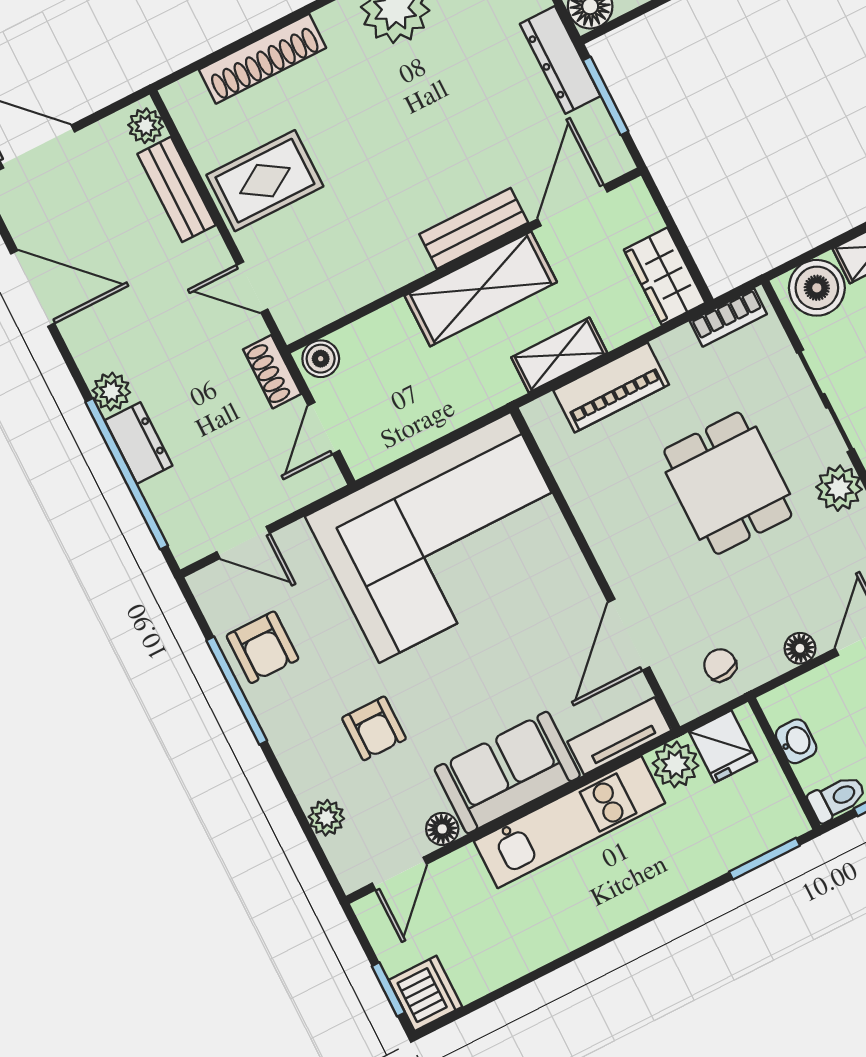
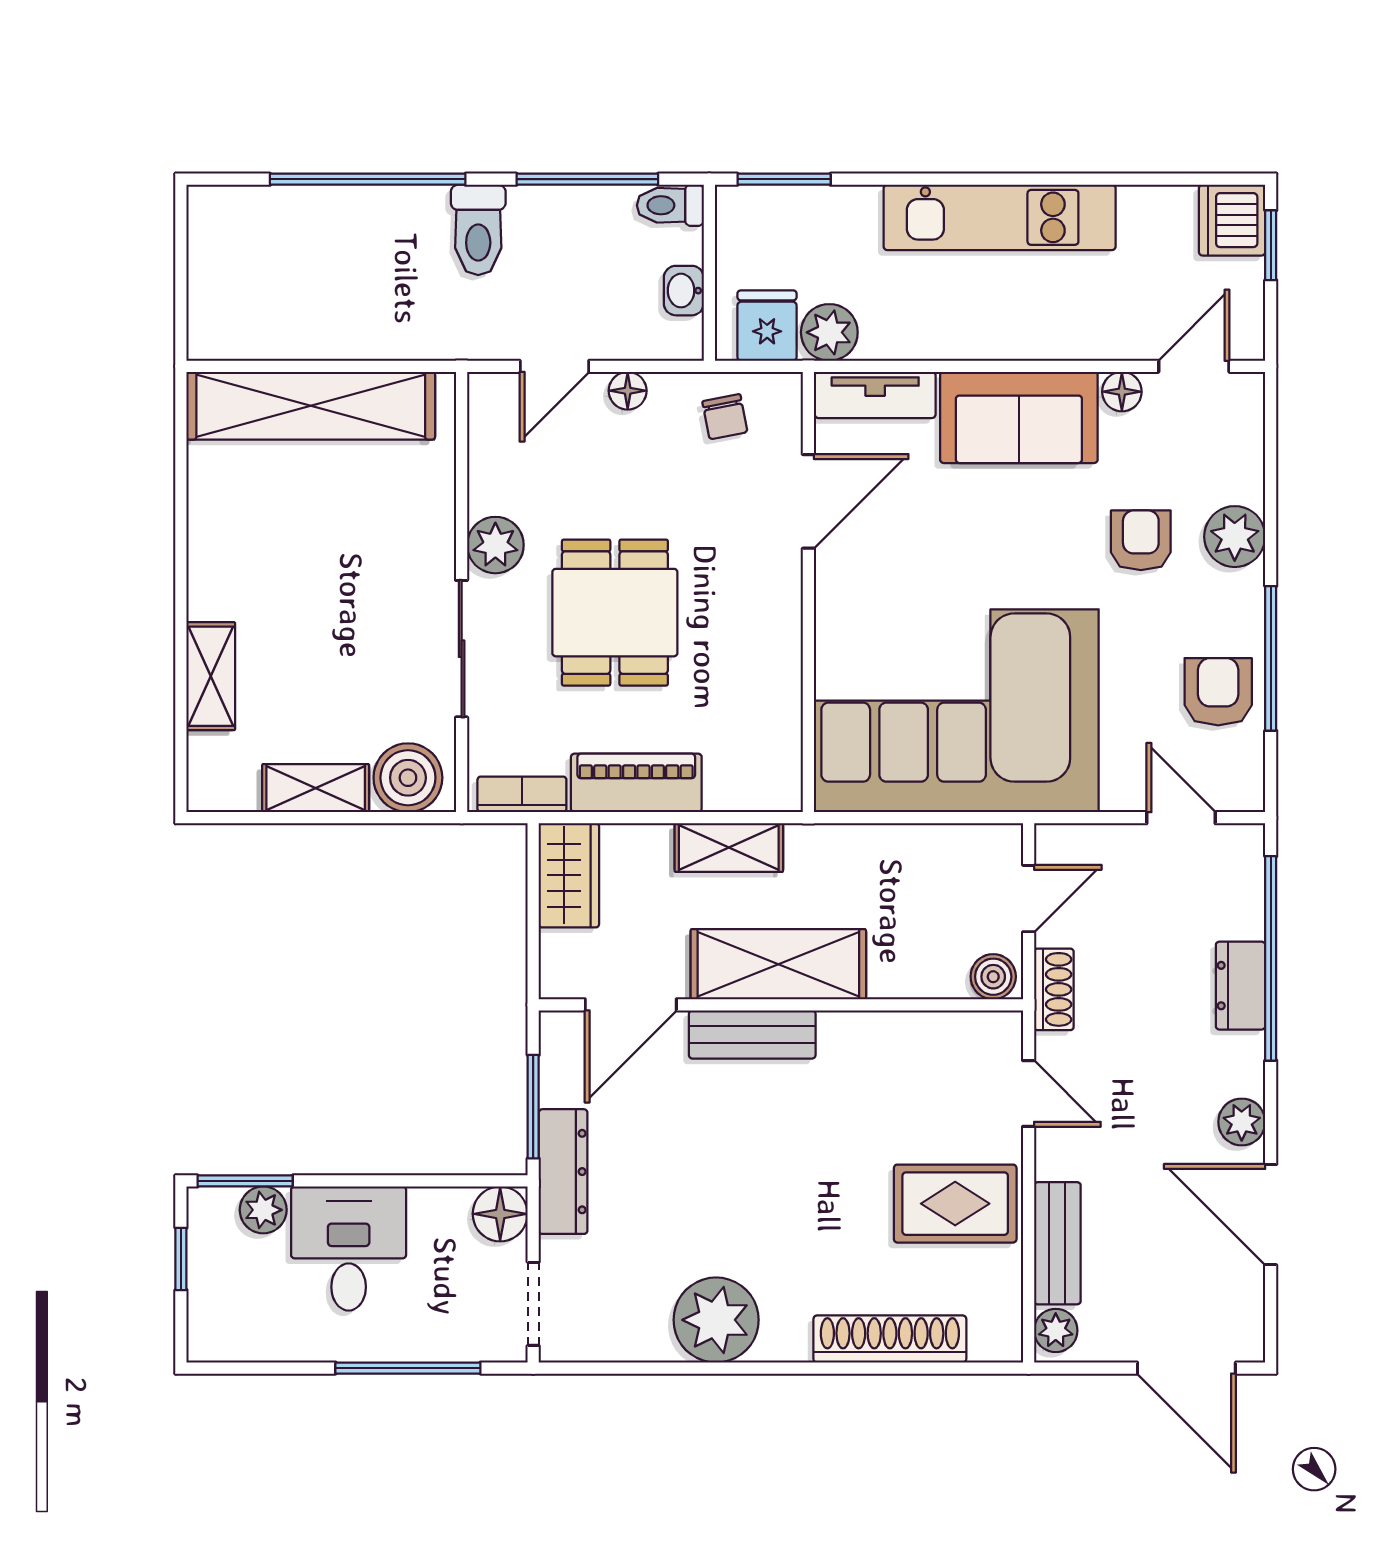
piano: (611, 387) -> (636, 783), moved
plant: (111, 391) -> (1242, 1122), moved
plant: (326, 818) -> (1235, 537), moved, width x1.38, depth x1.38
kitchen unit: (570, 822) -> (1000, 217), moved, turned 180

